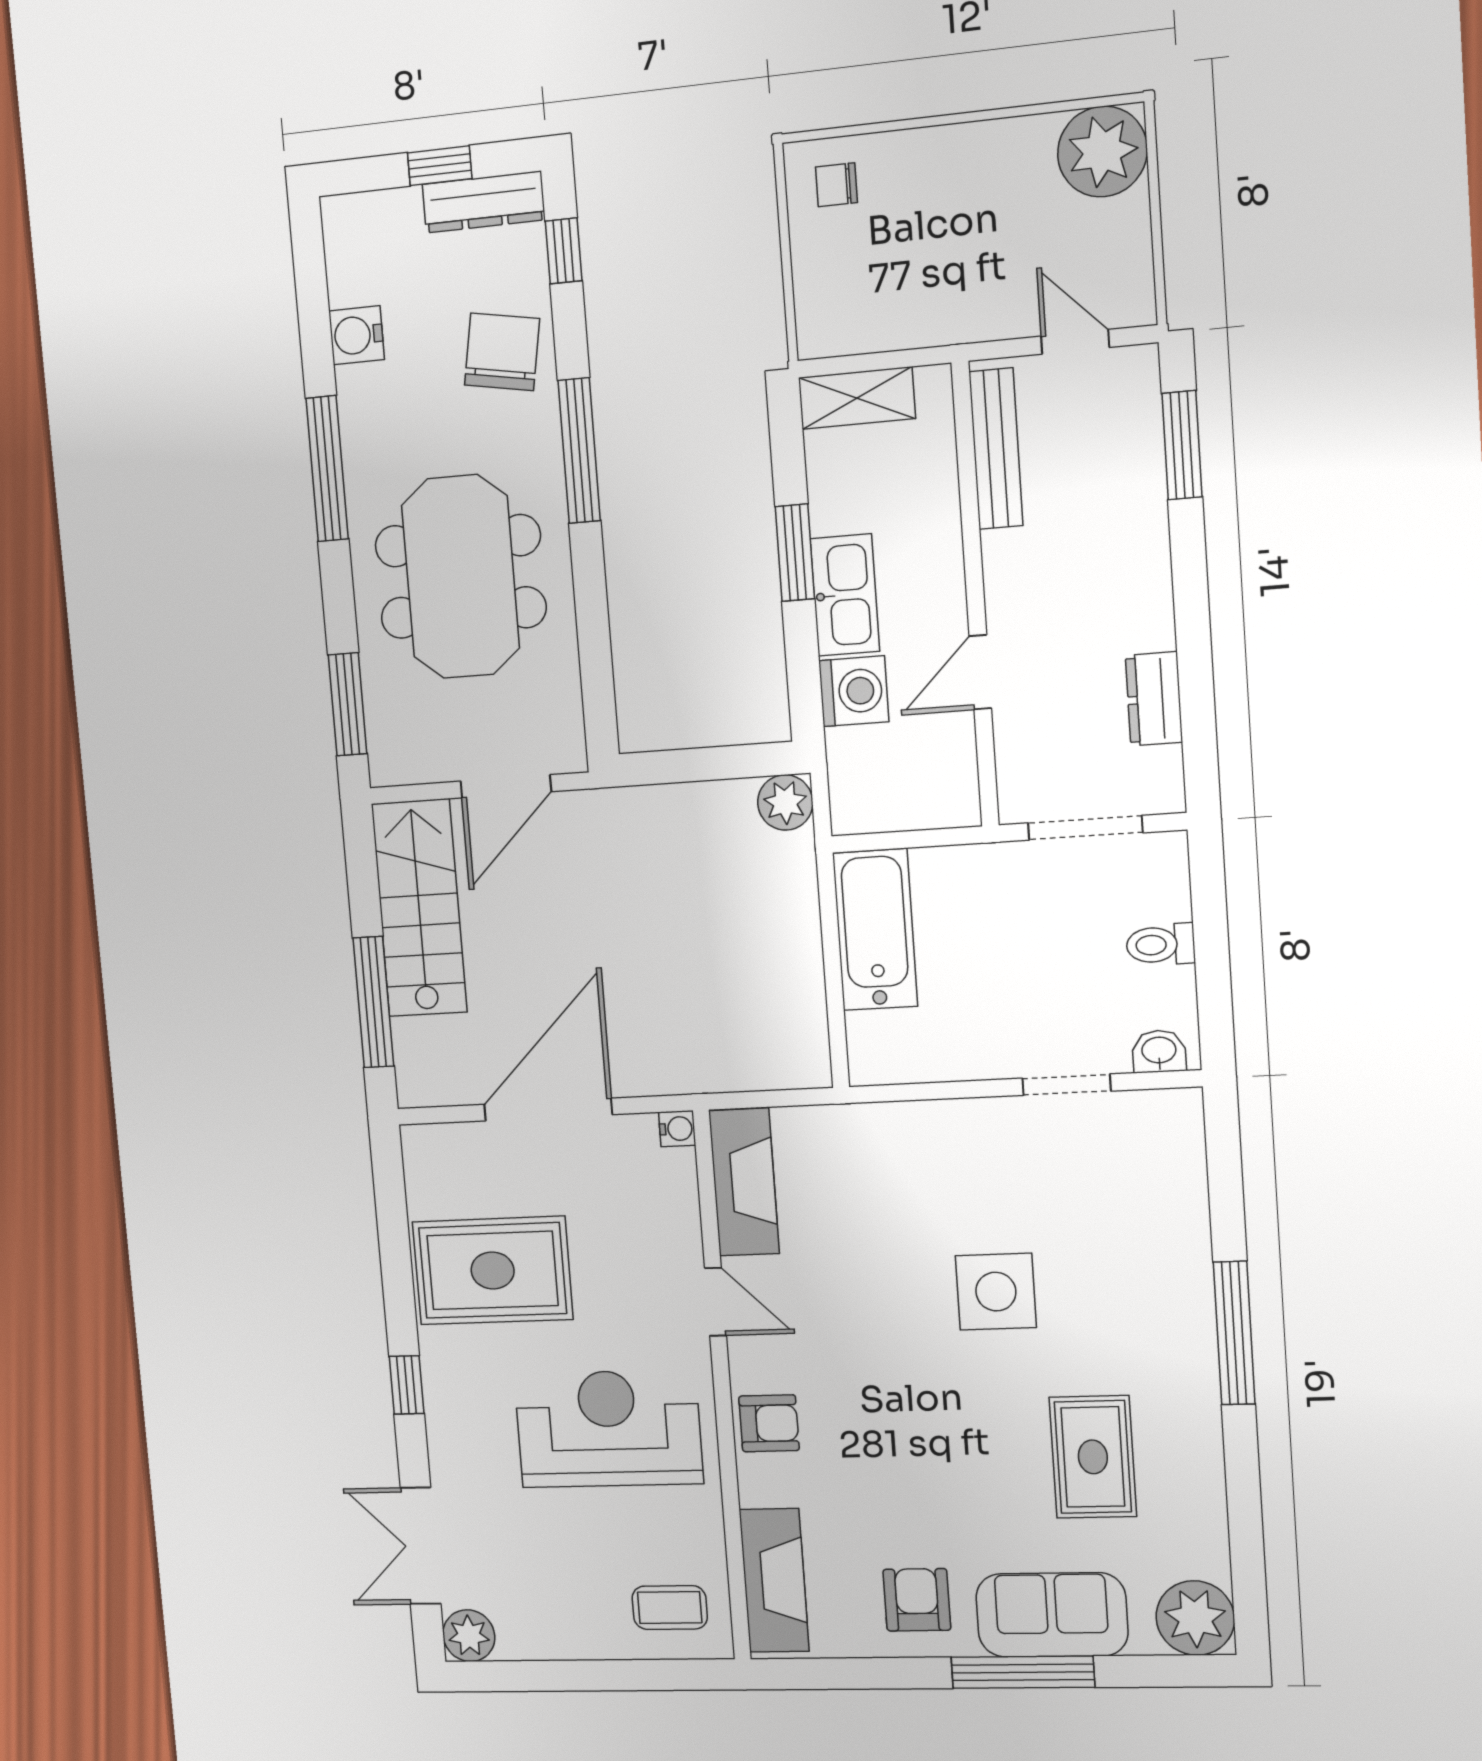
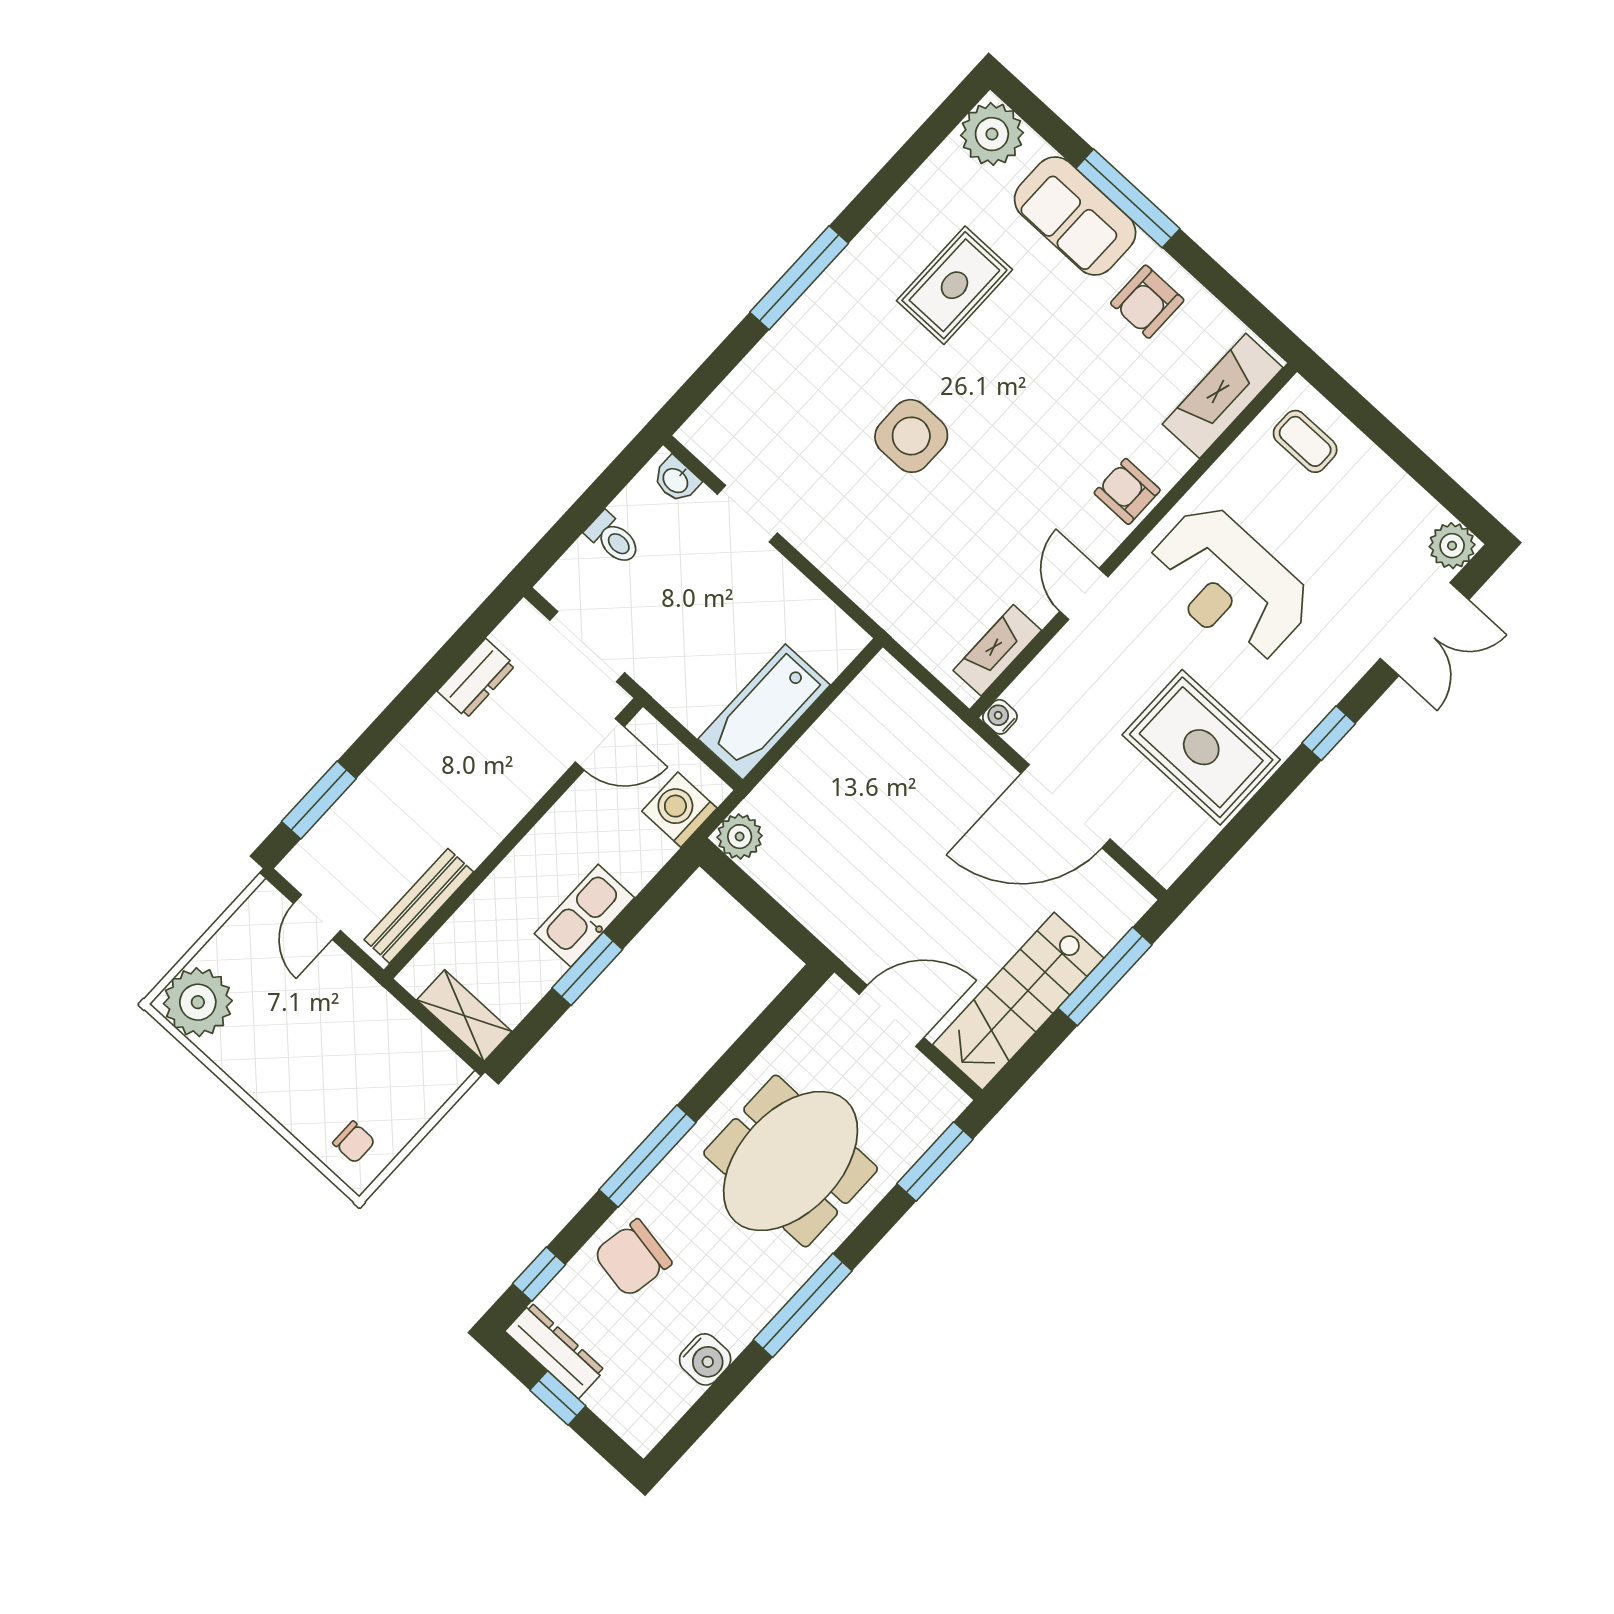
door: (980, 672) -> (600, 744), moved
washing machine: (854, 691) -> (679, 810), moved
fireplace: (744, 1182) -> (997, 650), width x0.73, depth x0.76

